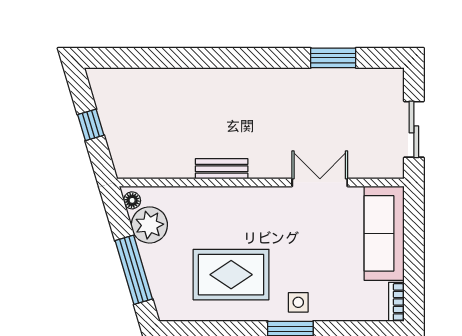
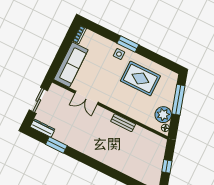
dresser: (378, 78) -> (43, 128), added

